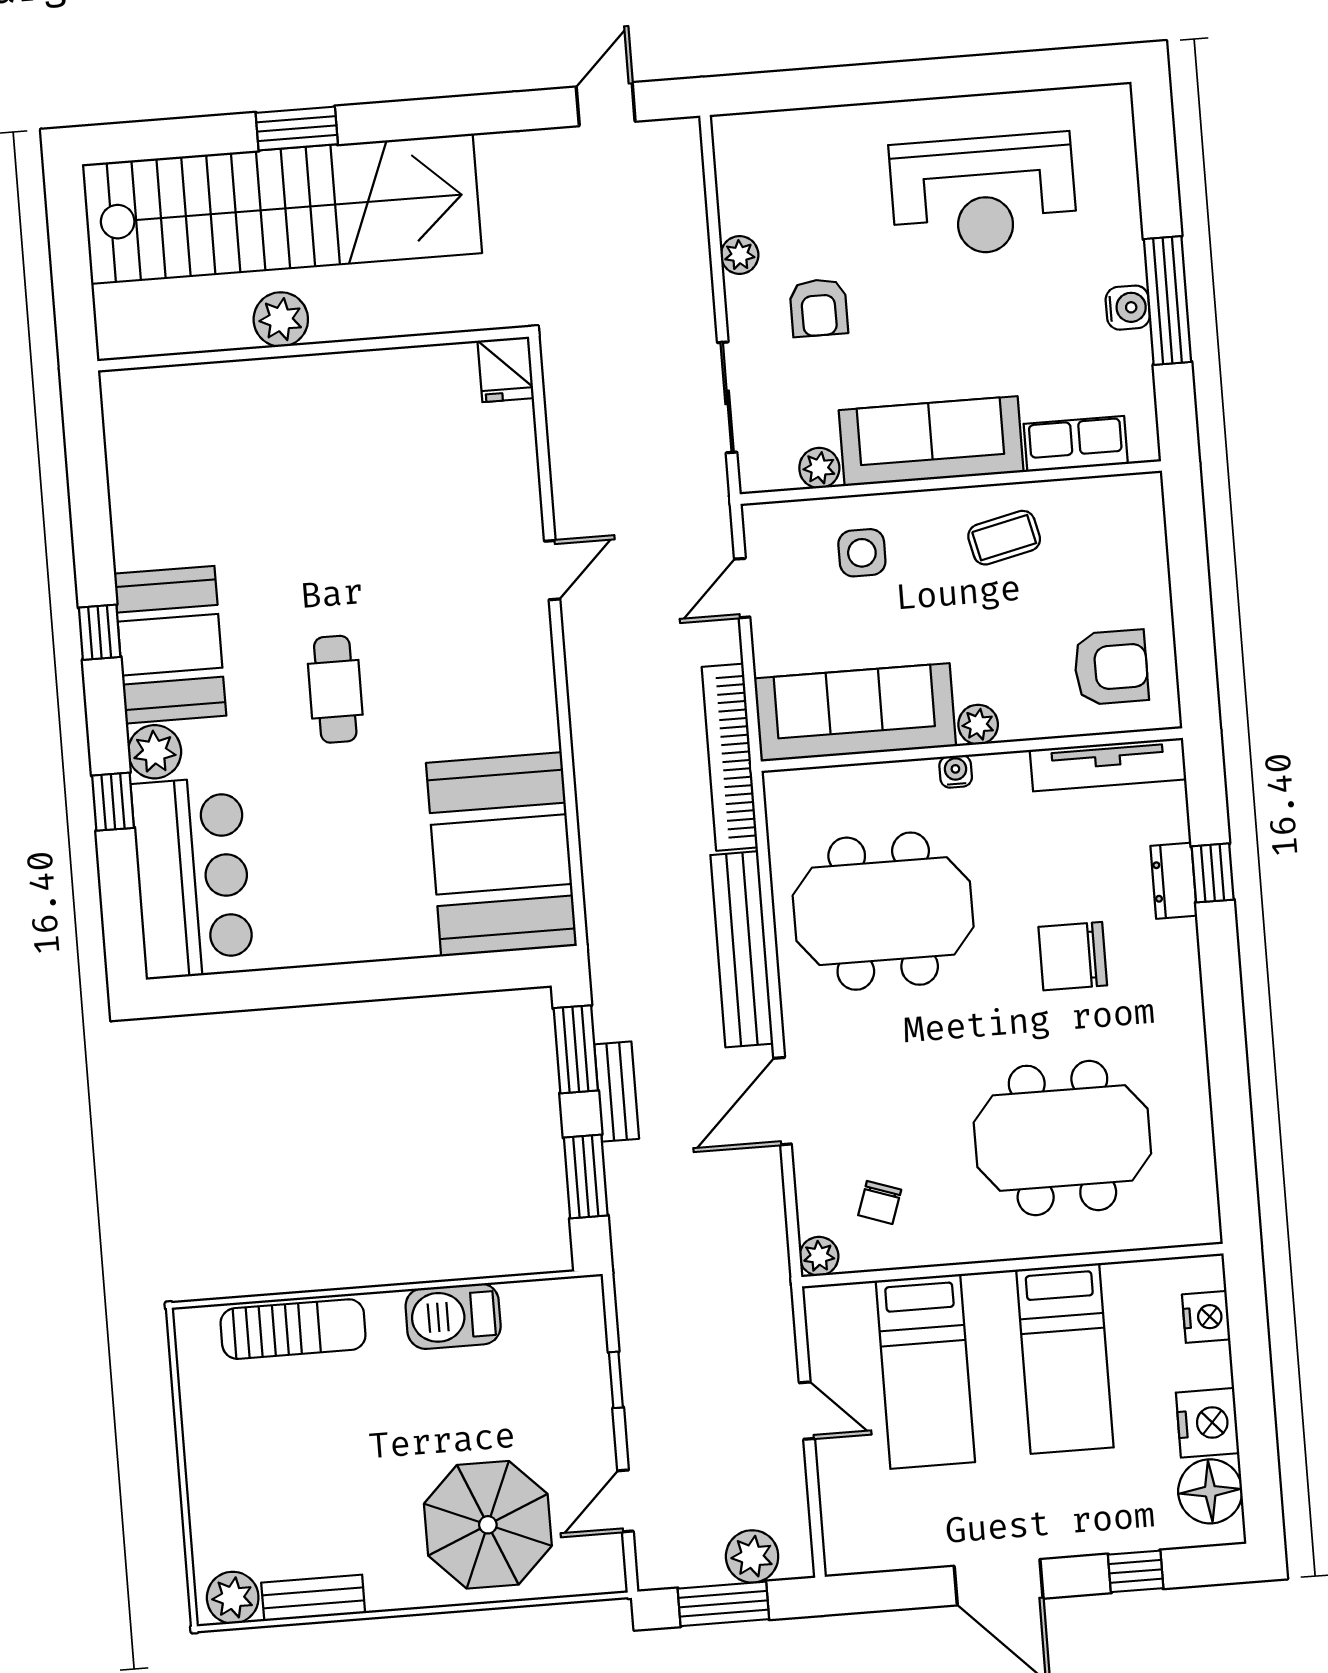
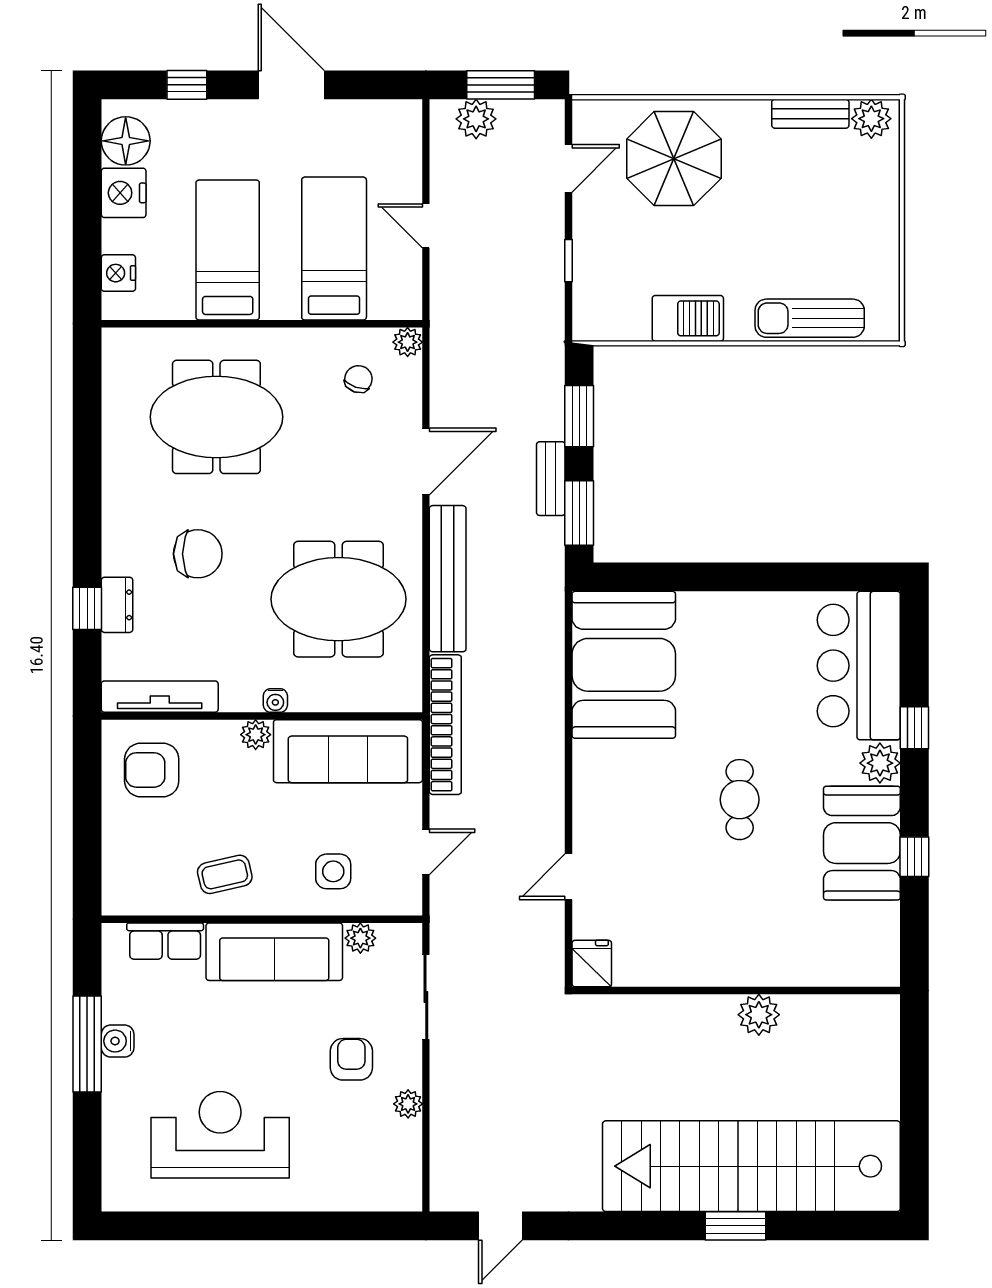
plant: (281, 319) -> (759, 1015), moved
wall: (313, 349) -> (736, 991), moved
fridge: (506, 369) -> (592, 964), moved

